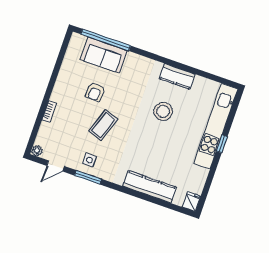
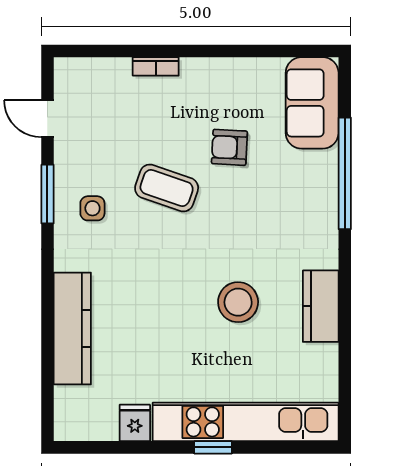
window: (106, 40) -> (345, 173), moved
sofa: (104, 55) -> (312, 103), moved
plant: (37, 151) -> (66, 69), removed
side table: (89, 160) -> (92, 208), moved
fridge: (191, 201) -> (135, 423), moved, turned -90

